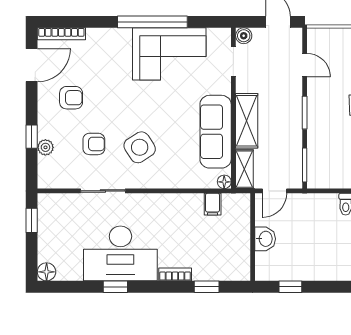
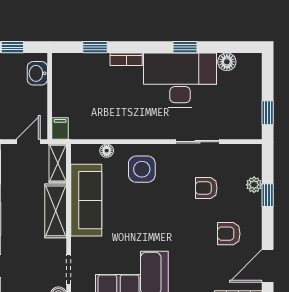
side table: (140, 147) -> (142, 169), moved, turned 33
floor lamp: (224, 182) -> (107, 151), moved
filing cabinet: (213, 204) -> (60, 129), moved
washbasin: (265, 239) -> (37, 73), moved
floor lamp: (47, 272) -> (227, 62), moved

